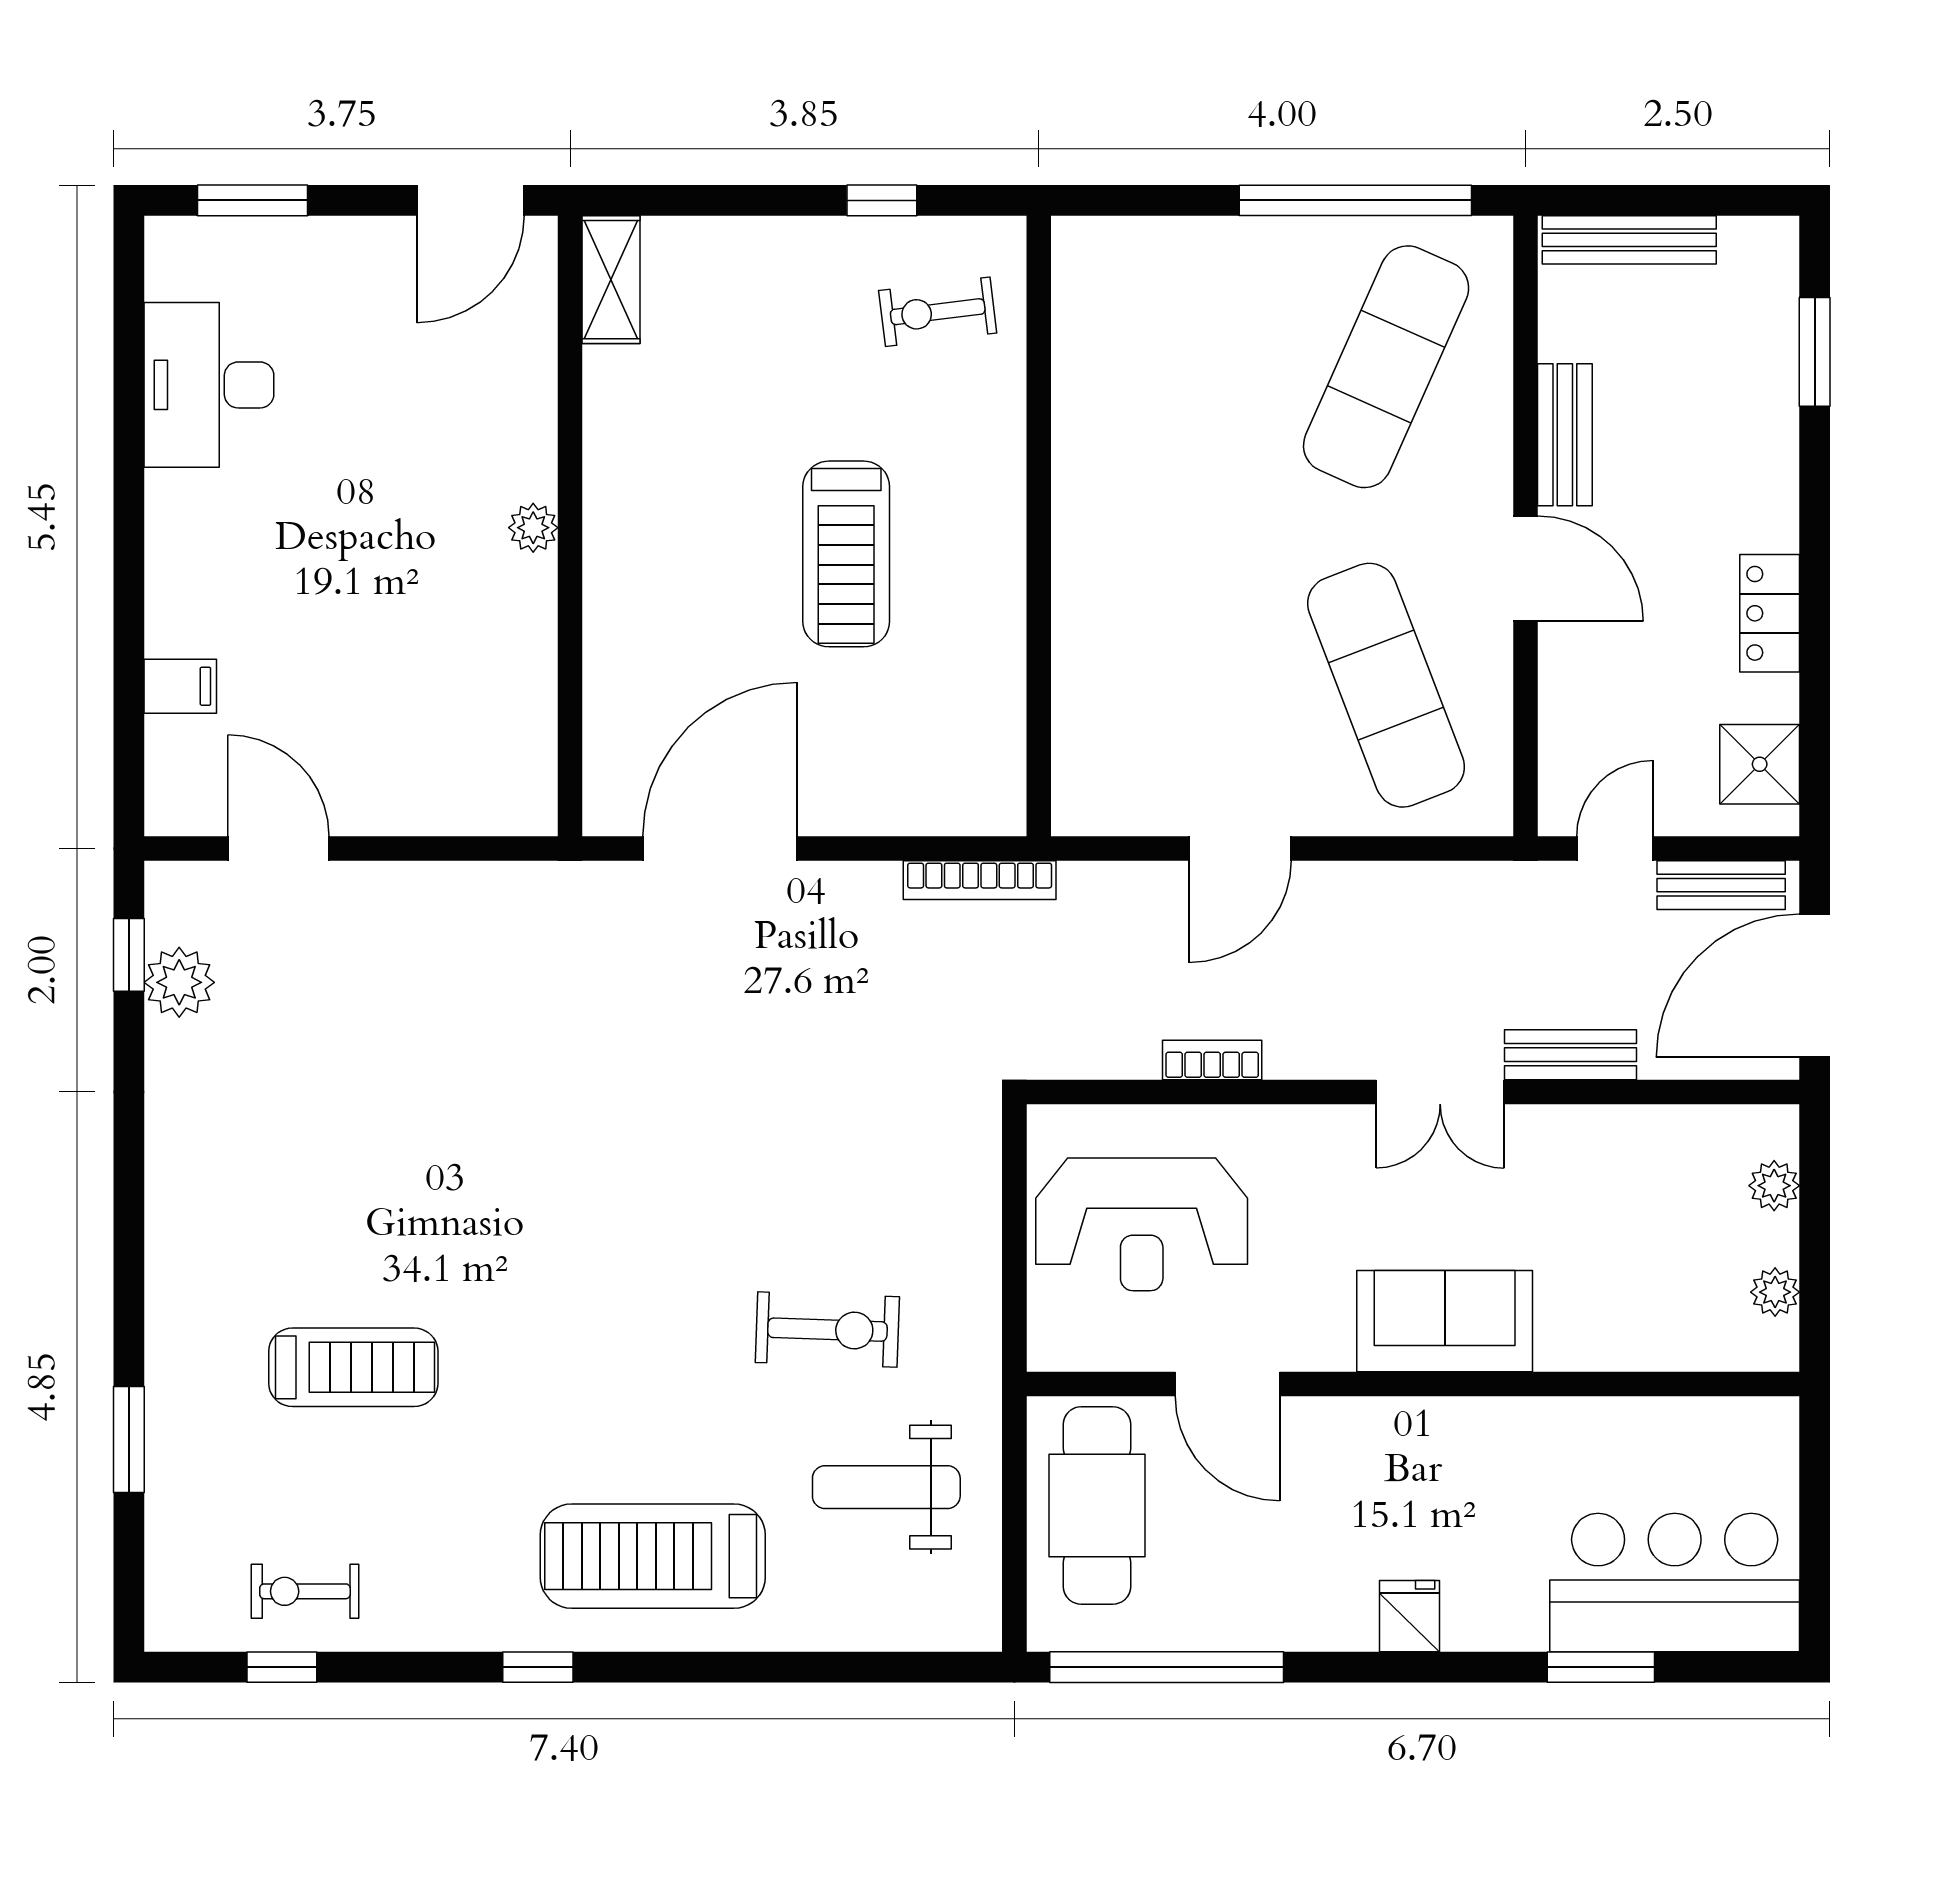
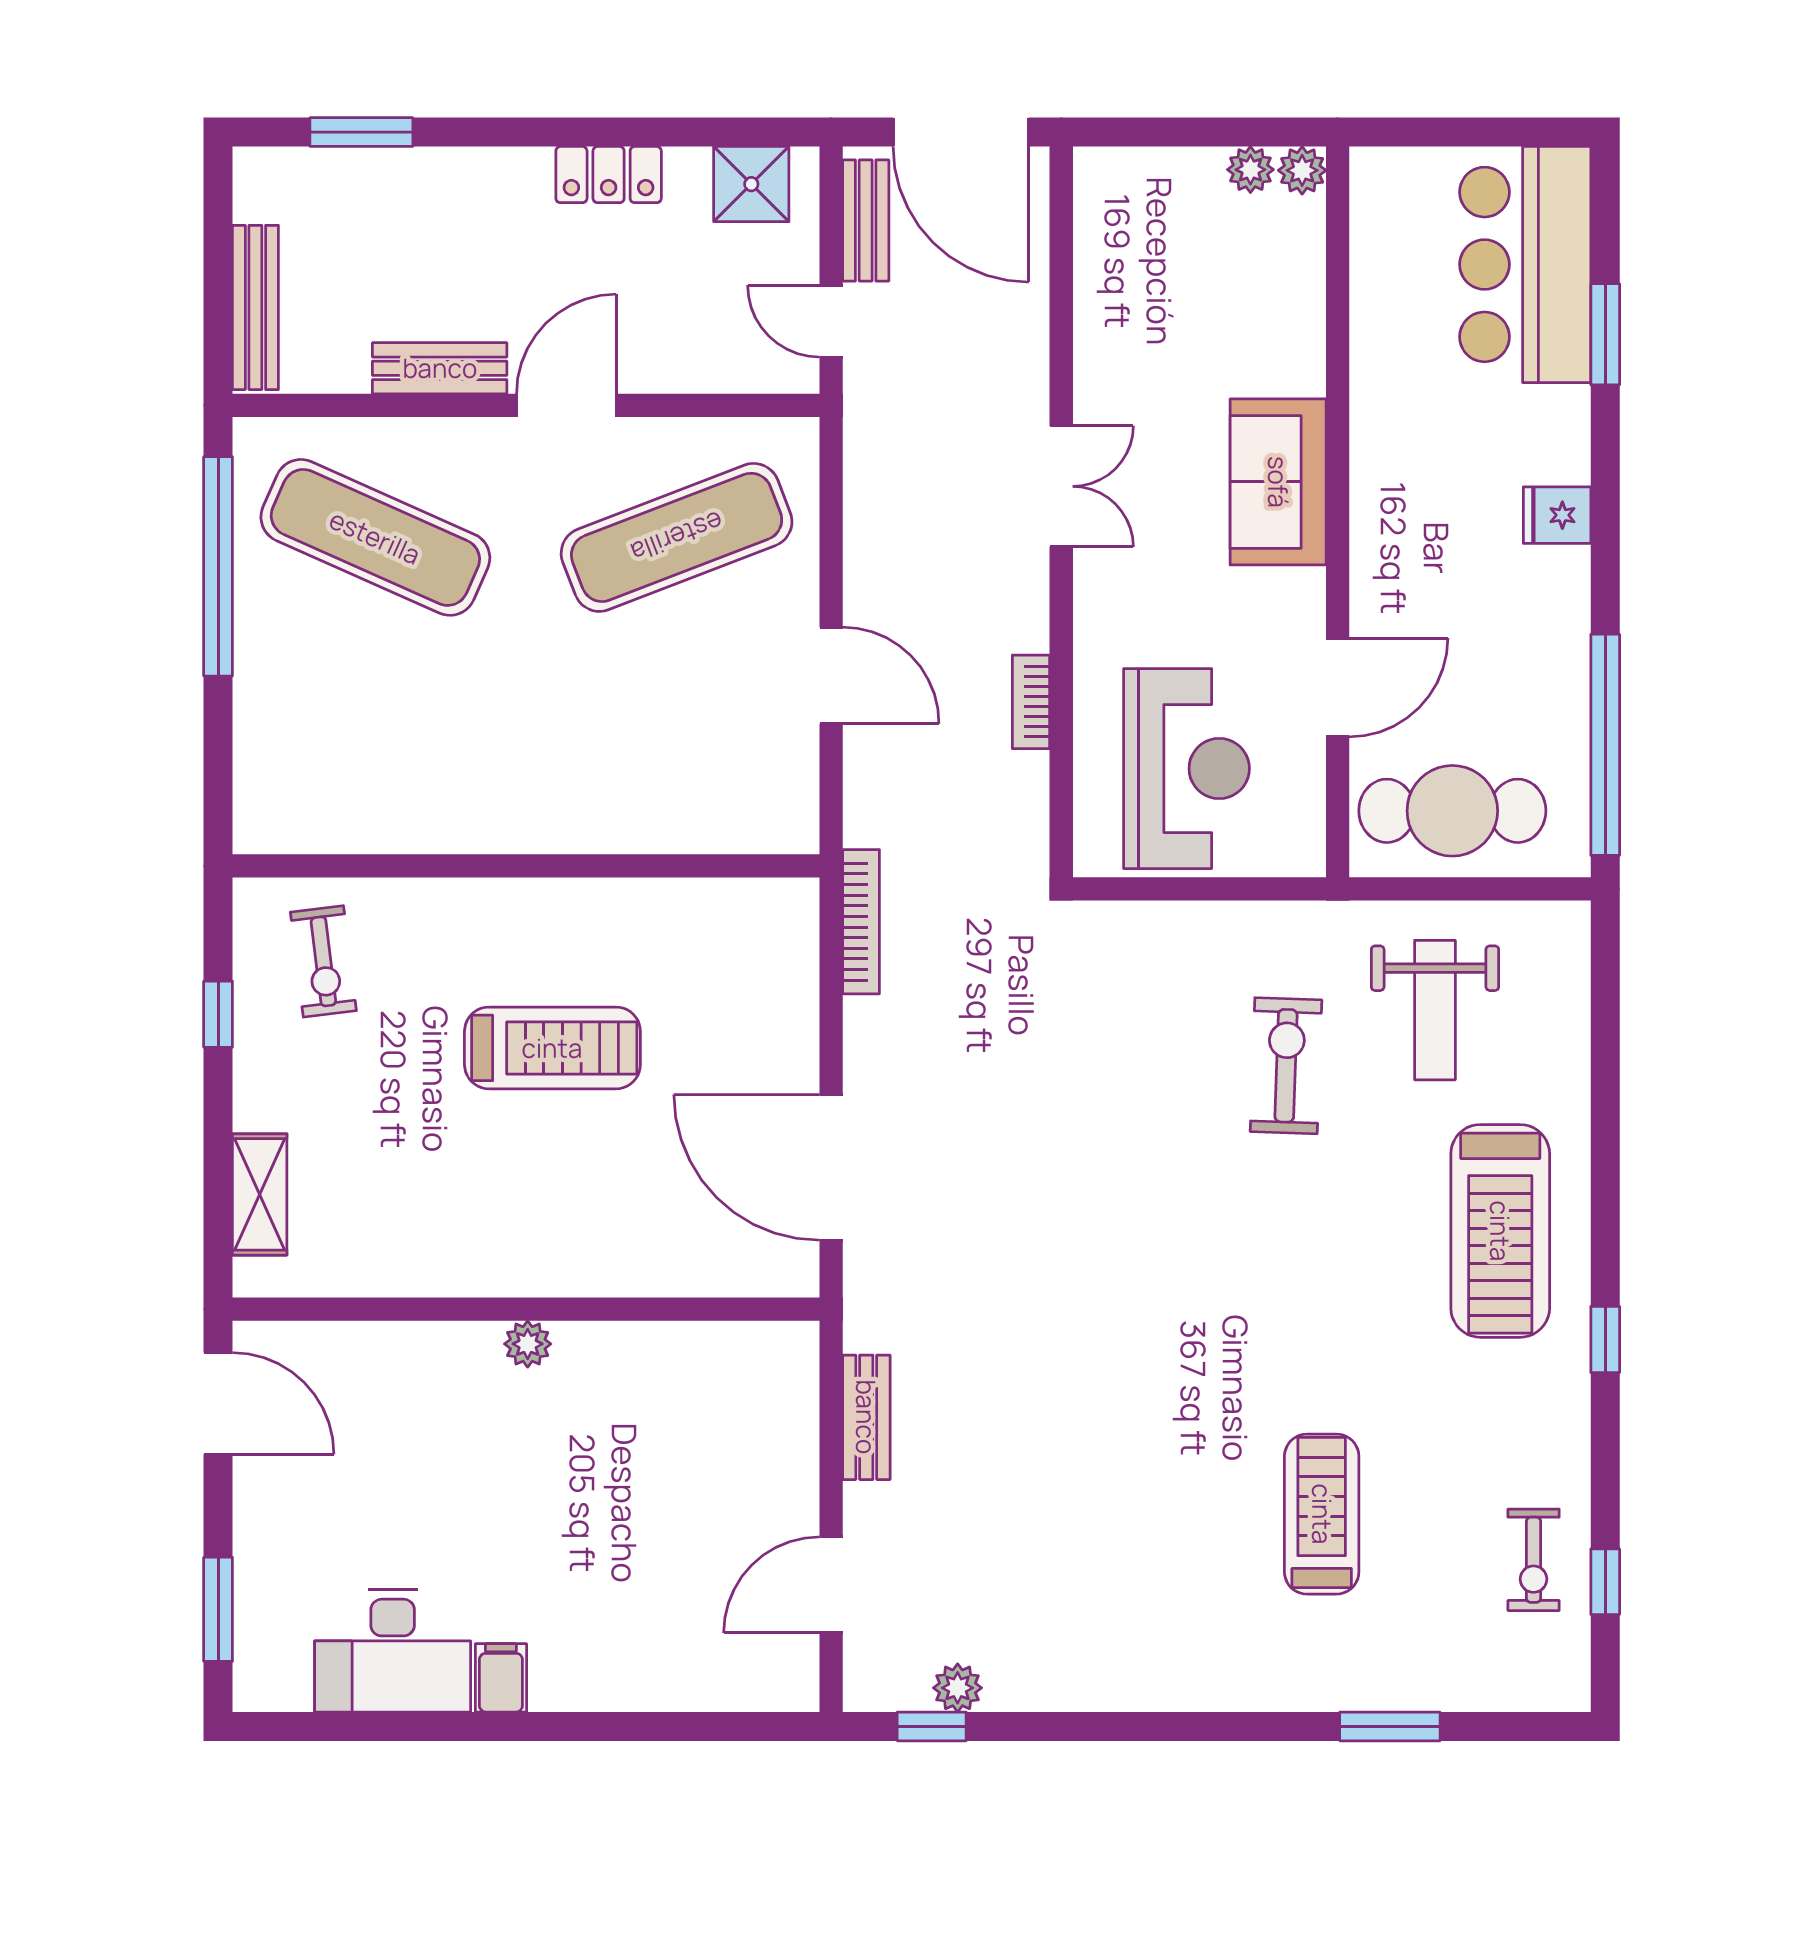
shelving: (611, 280) -> (260, 1194), moved, turned 90
filing cabinet: (180, 686) -> (501, 1678), moved
plant: (179, 982) -> (958, 1688), width x0.73, depth x0.73
bench: (1570, 1055) -> (866, 1417), moved
plant: (1774, 1186) -> (1302, 170), moved

